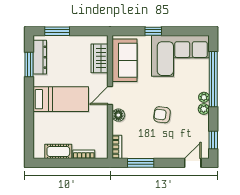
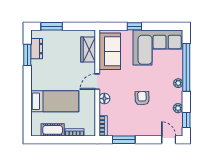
dresser: (40, 57) -> (37, 49), width x0.70
bed: (61, 99) -> (55, 101), moved
plant: (204, 109) -> (178, 108), moved
armchair: (162, 115) -> (142, 98), turned 81
door: (193, 163) -> (169, 140), hinge flipped

